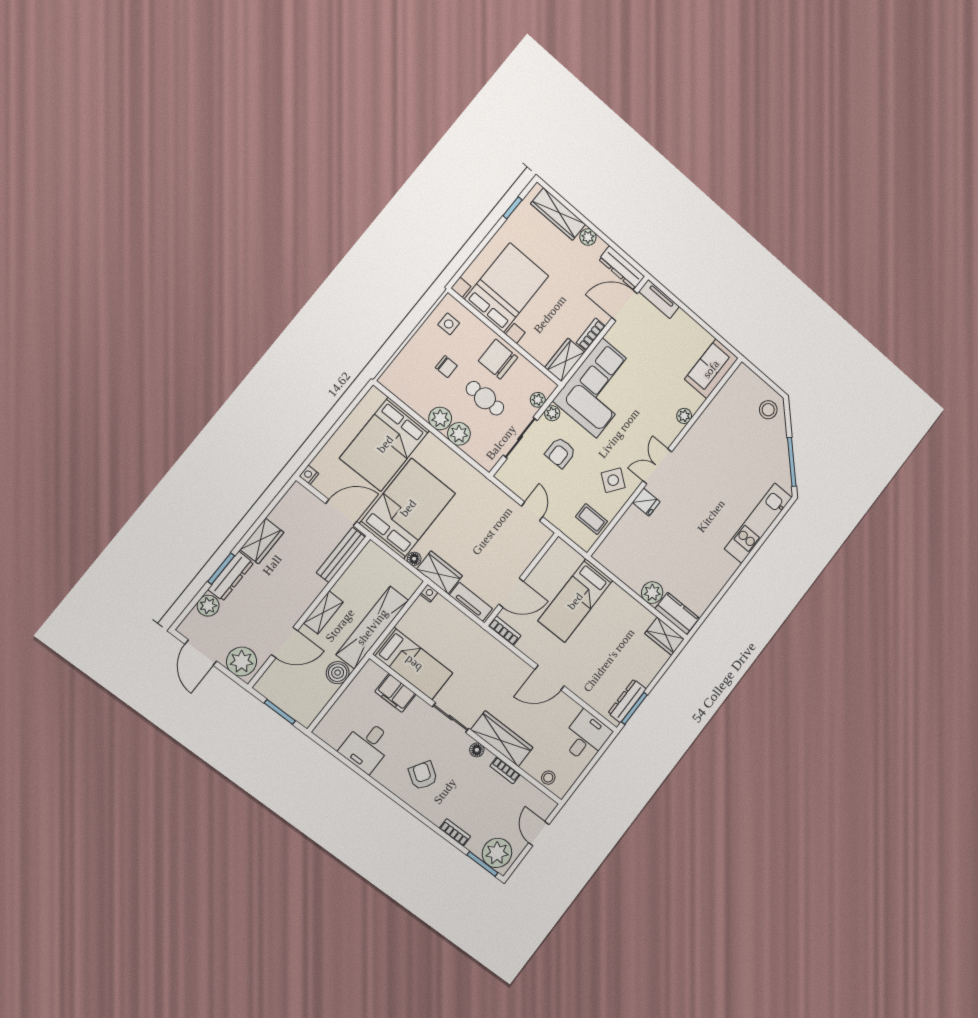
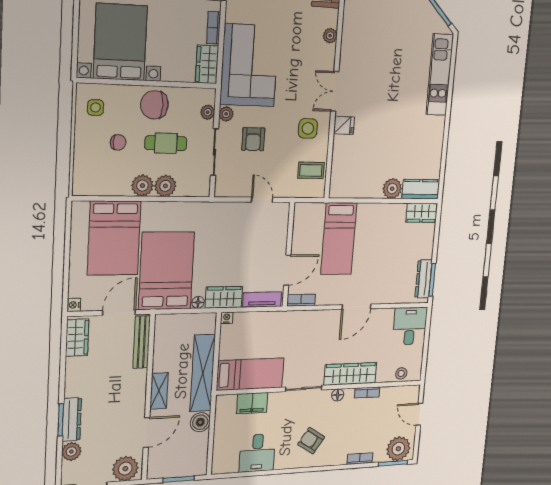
side table: (613, 480) -> (308, 128), turned -37
wardrobe: (262, 541) -> (77, 338), moved

